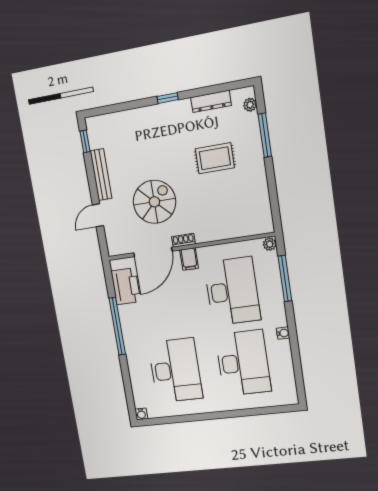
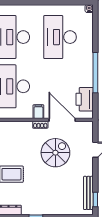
bench: (101, 175) -> (88, 193), moved
spiral stairs: (154, 202) -> (55, 153), turned 180
door: (153, 252) -> (62, 120), hinge flipped

